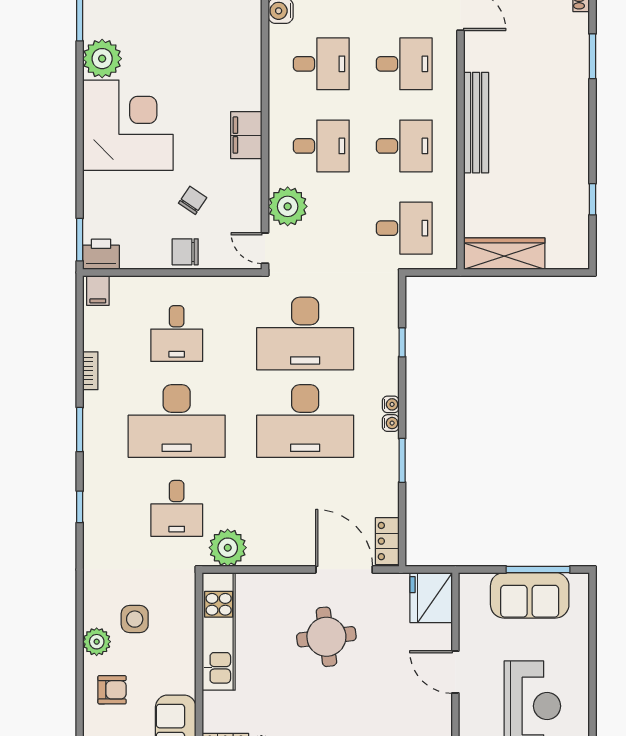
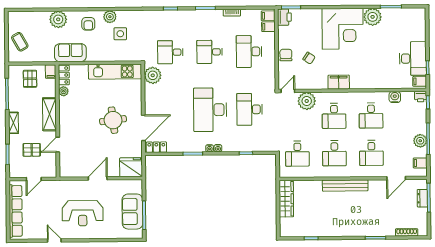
filing cabinet: (122, 290) -> (268, 27), added
desk: (177, 334) -> (249, 52), width x1.37
desk: (305, 334) -> (250, 109), width x0.73, depth x0.77
desk: (177, 421) -> (210, 52), width x0.53, depth x0.77

